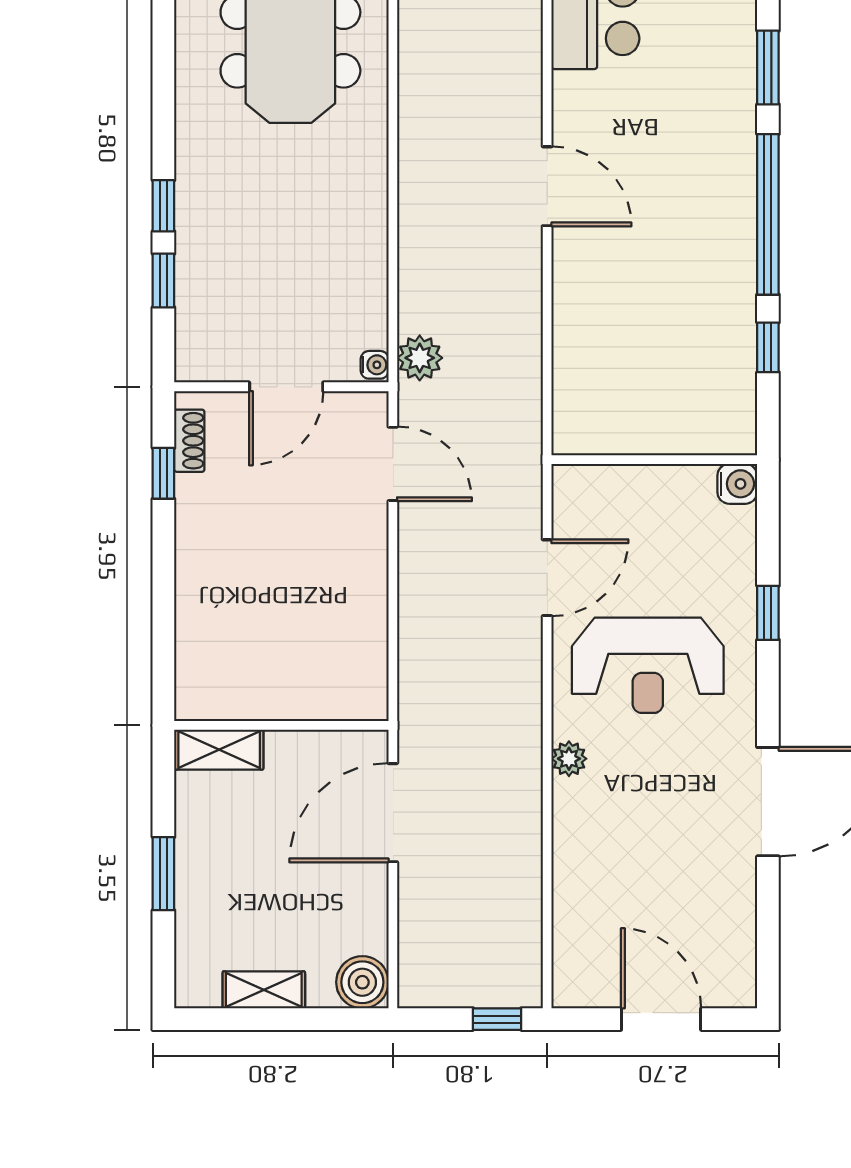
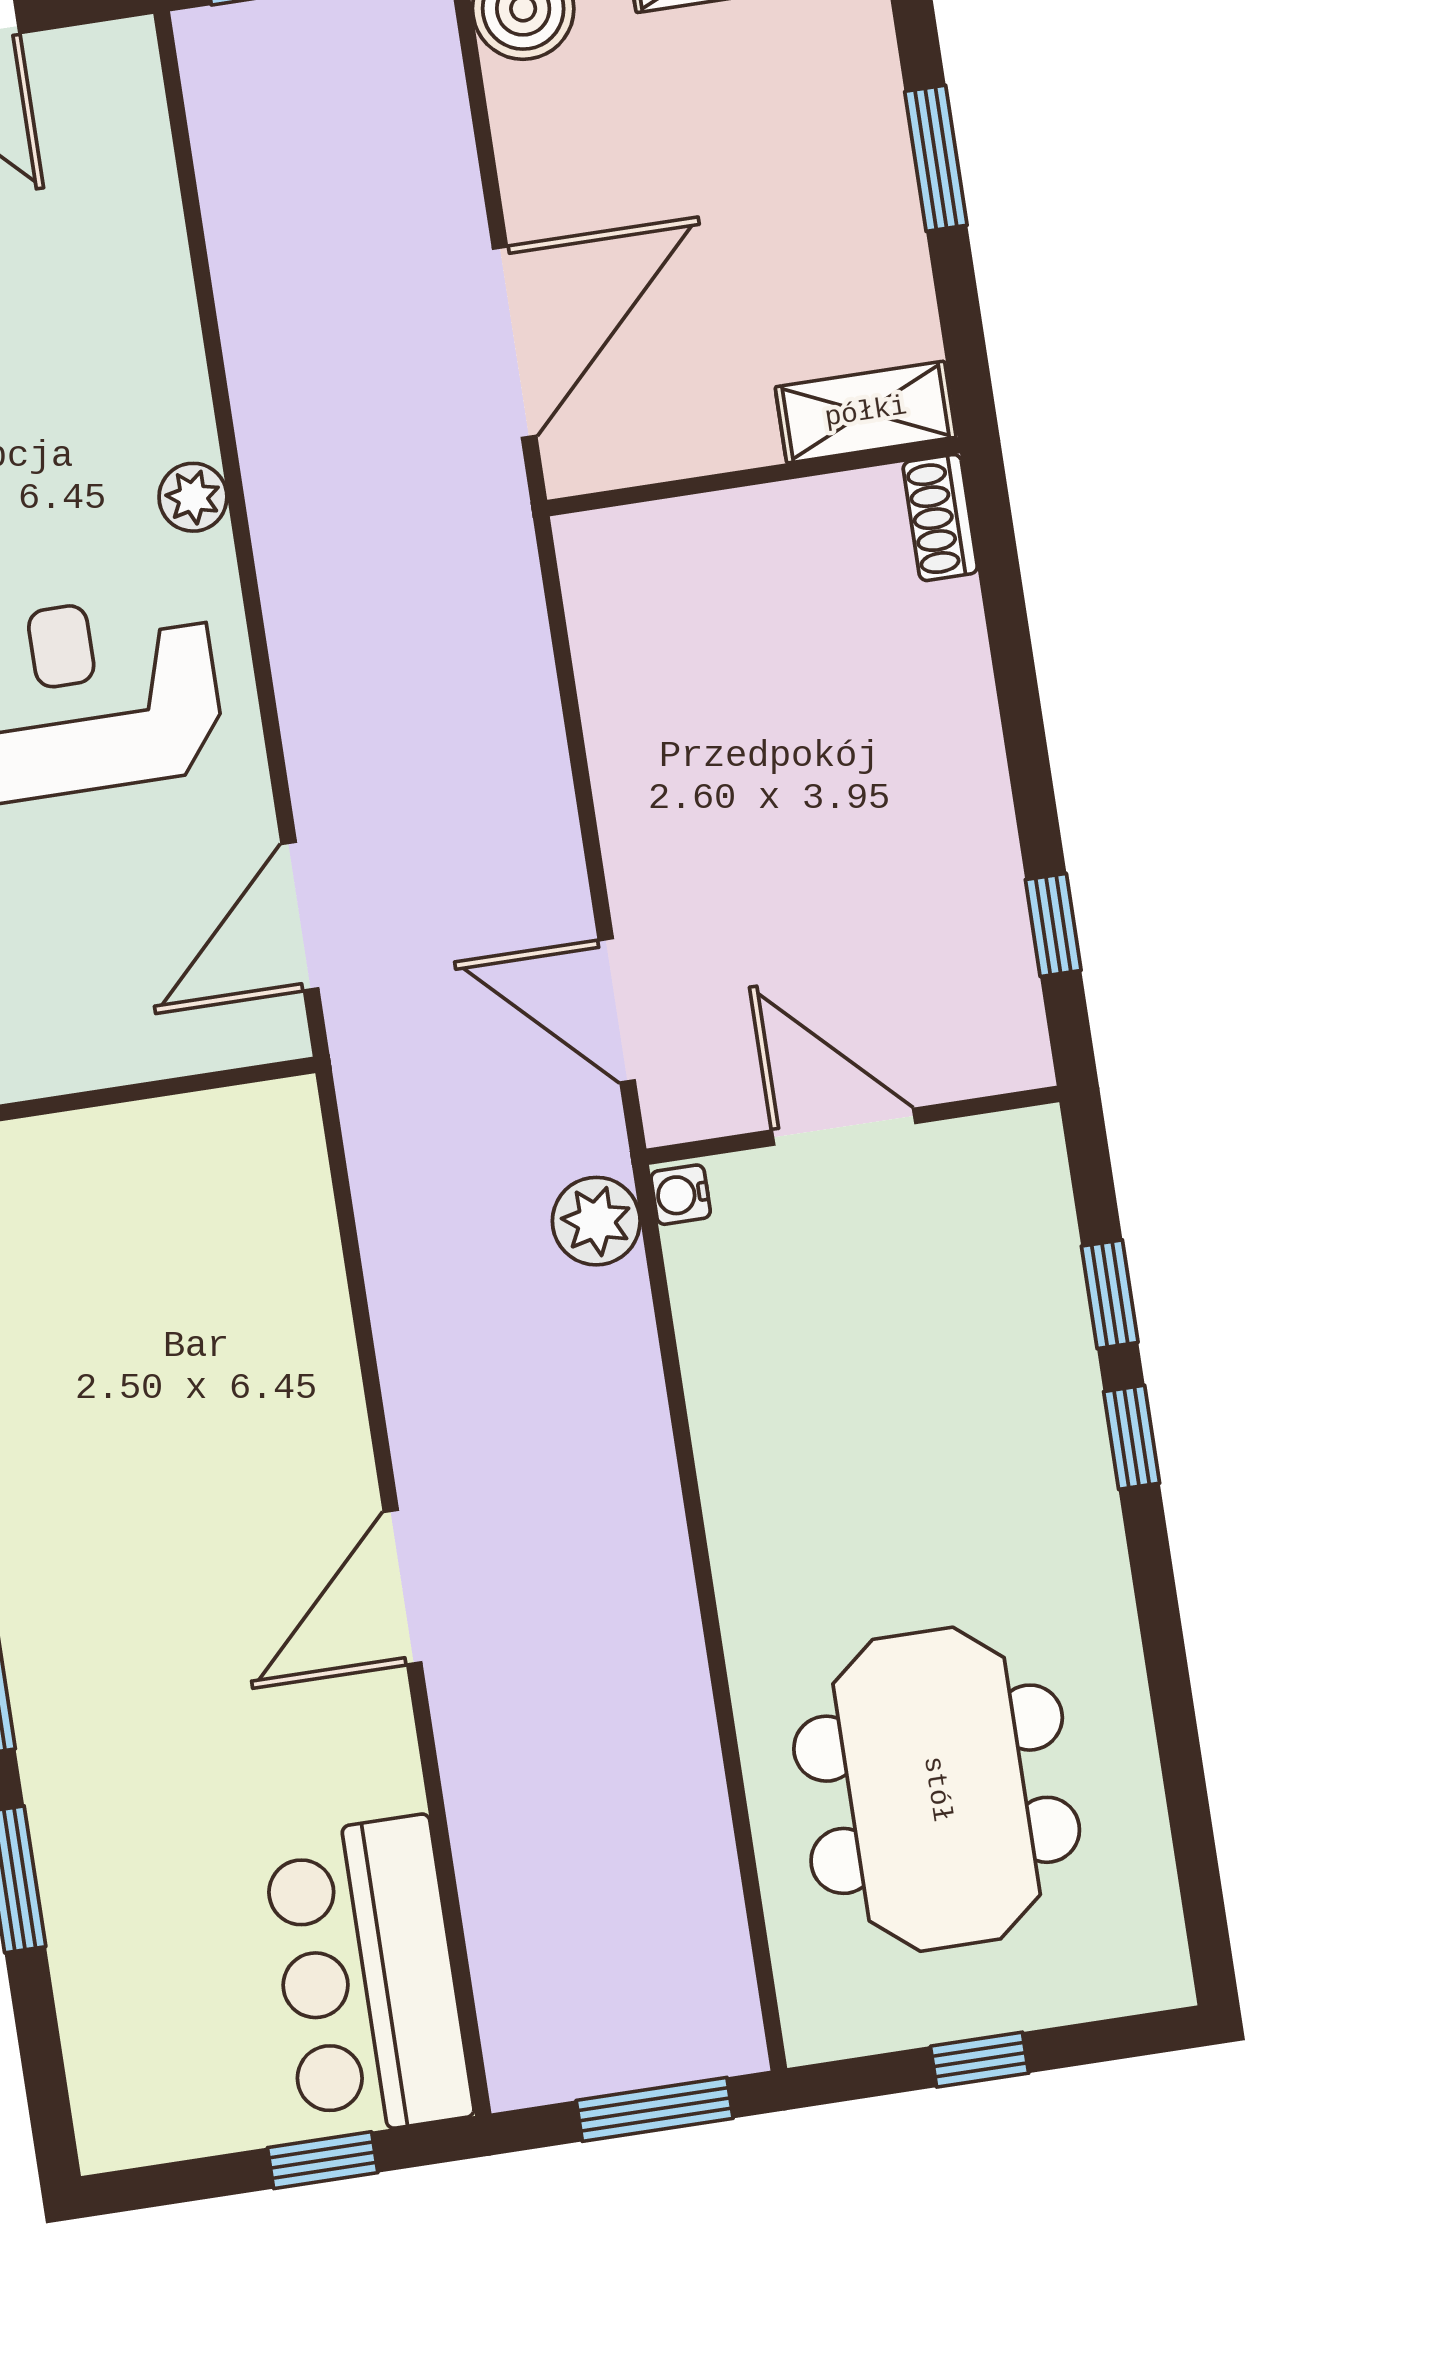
door: (547, 186) -> (402, 1587), hinge flipped
door: (286, 387) -> (844, 1127), hinge flipped
shoe rack: (189, 441) -> (940, 518), moved
door: (547, 578) -> (300, 916), moved

